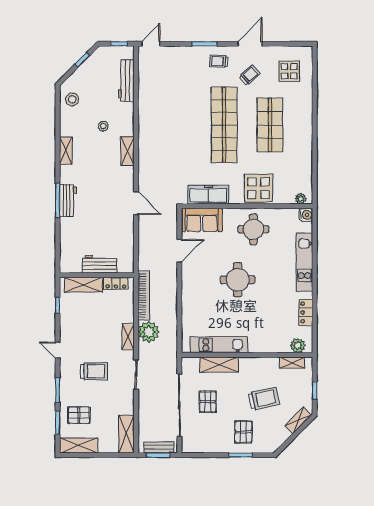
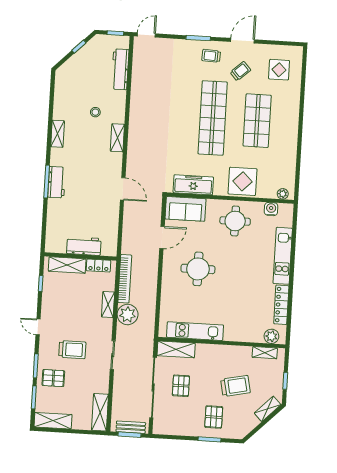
stool: (72, 99) -> (67, 84), removed
water cooler: (306, 215) -> (271, 209), moved, turned -90
round table: (238, 280) -> (198, 269), moved
locker: (306, 312) -> (281, 305), width x1.53
shelving: (128, 337) -> (108, 305), moved
shelving: (219, 365) -> (176, 349), moved
pallet: (79, 415) -> (53, 378), moved

